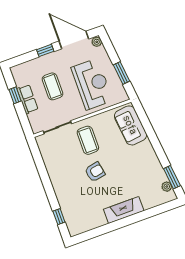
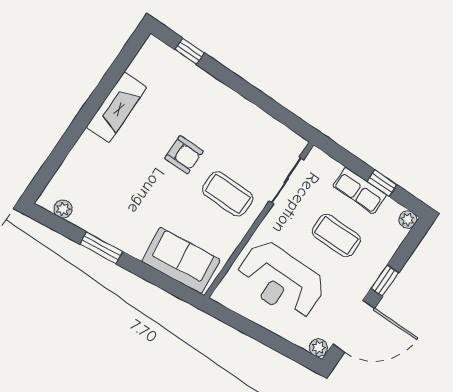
plant: (15, 71) -> (408, 220), added
window: (122, 73) -> (249, 328), removed
armchair: (95, 172) -> (184, 155), turned -79
window: (172, 177) -> (101, 248), moved
fireplace: (124, 210) -> (116, 107), moved

